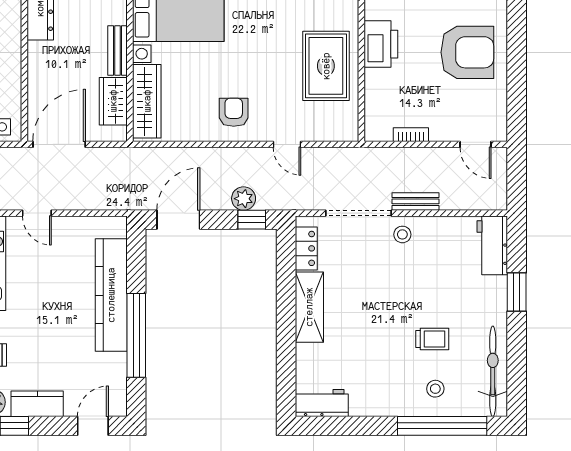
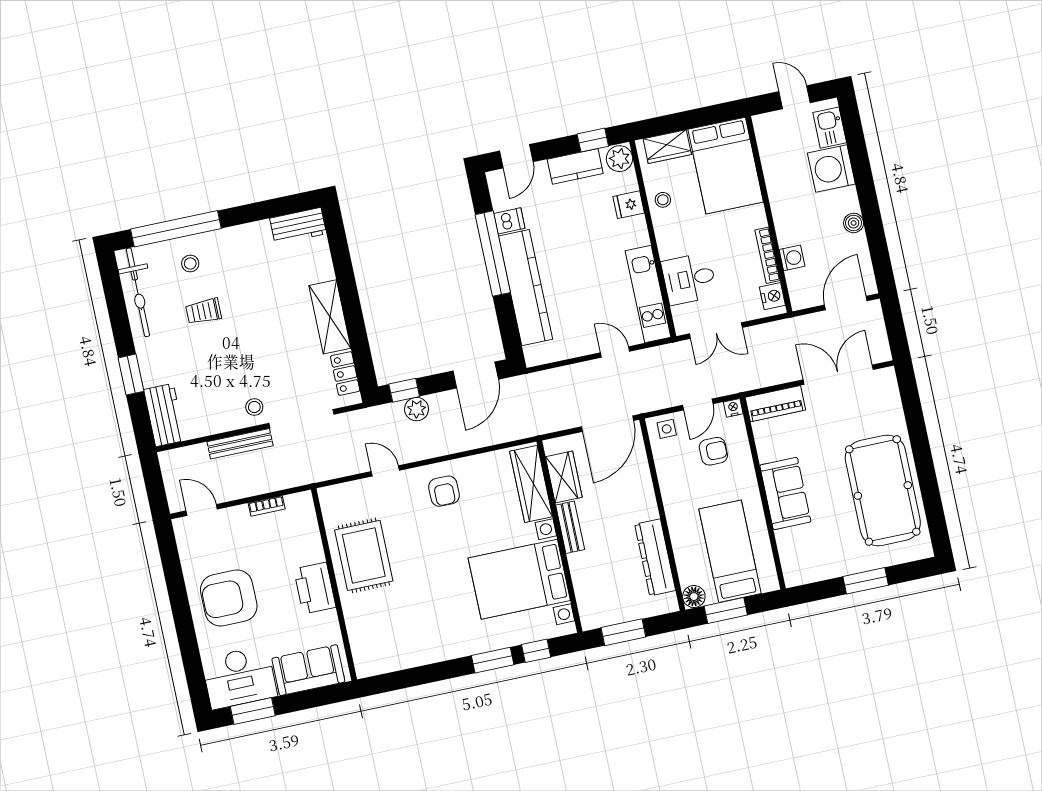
bench: (416, 201) -> (240, 444), width x1.36
dishwasher: (113, 364) -> (509, 221), added

